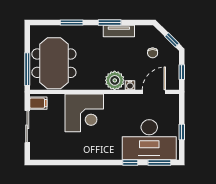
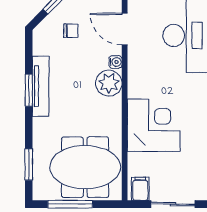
window: (72, 22) -> (29, 164), moved
tv unit: (119, 31) -> (41, 86), width x1.41
window: (27, 69) -> (70, 204), moved

